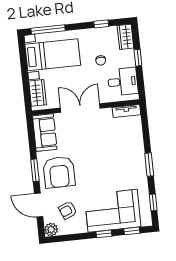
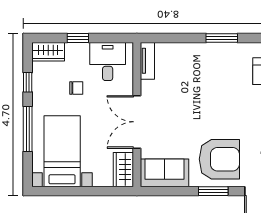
window: (48, 30) -> (28, 129), moved
wardrobe: (38, 93) -> (123, 170), moved, turned -90

